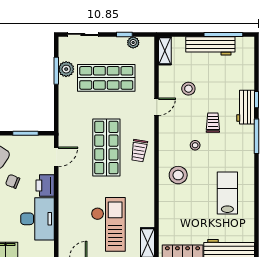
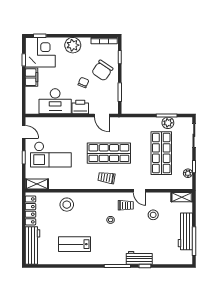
trolley: (213, 123) -> (126, 205), moved
stool: (178, 175) -> (67, 205), moved
lab bench: (227, 193) -> (75, 244), turned 180

